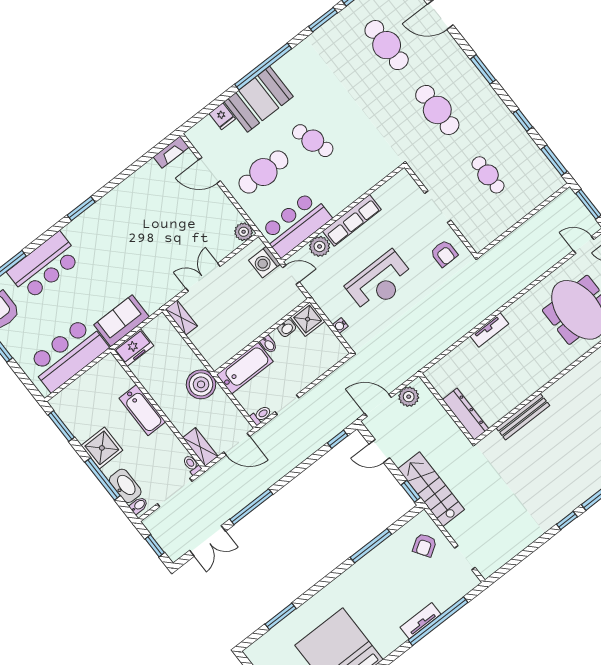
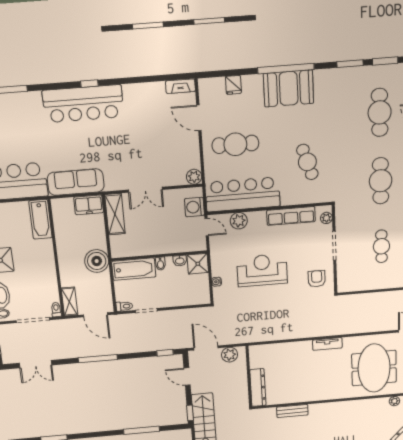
booth: (259, 99) -> (289, 88), moved
cafe table: (313, 141) -> (307, 162), moved
plant: (409, 184) -> (326, 218), added
window: (81, 209) -> (89, 84), width x0.67
row of seats: (352, 220) -> (291, 216), moved
bar counter: (296, 224) -> (243, 194), width x1.36
armchair: (444, 253) -> (317, 279), turned 180
bar counter: (44, 266) -> (83, 104), moved, width x1.36
double door: (203, 277) -> (145, 190), swing flipped
reception desk: (380, 282) -> (262, 270), turned 180
shelving: (181, 318) -> (115, 214), width x1.50, depth x1.33
sofa: (121, 321) -> (76, 182), width x1.36
tv unit: (489, 330) -> (327, 344), moved
freezer: (134, 348) -> (89, 205), moved
bathtub: (142, 410) -> (40, 219), moved
bench: (523, 417) -> (292, 411), width x0.73
window: (251, 507) -> (98, 359), moved

